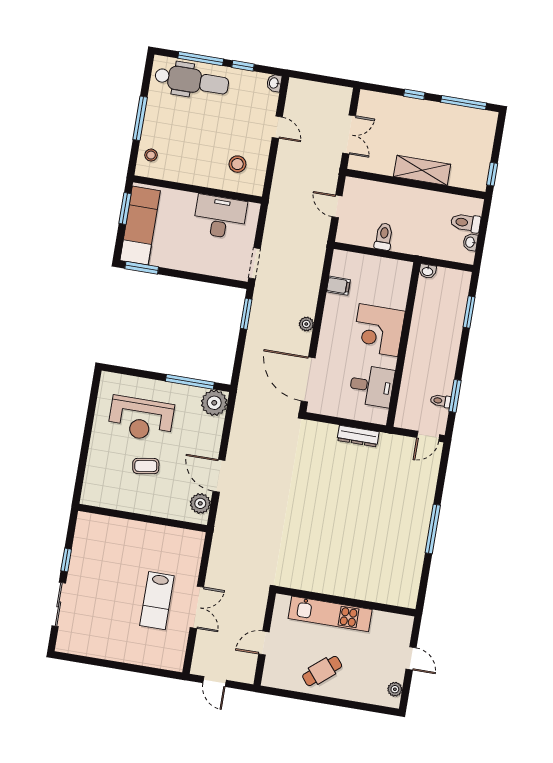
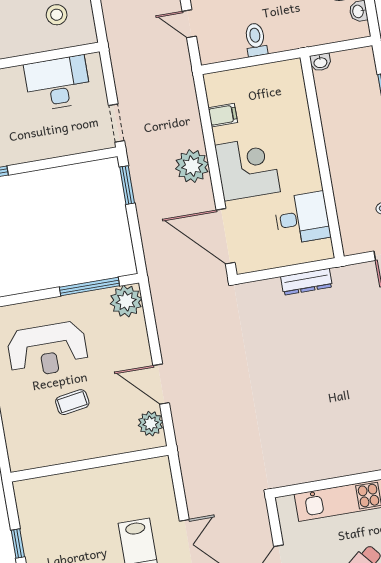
plant: (306, 324) -> (192, 166), width x1.87, depth x1.87
corner desk: (379, 330) -> (248, 168), moved, turned 180

